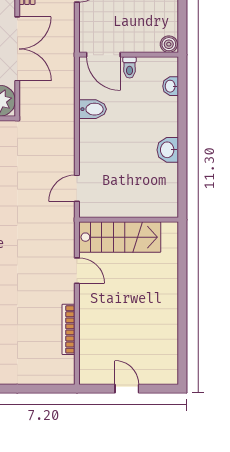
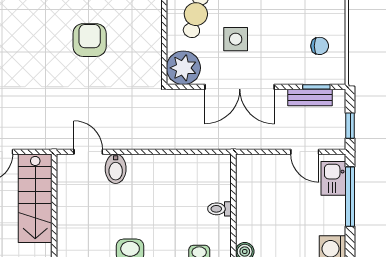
door: (103, 55) -> (233, 180), removed
bidet: (93, 109) -> (116, 169), moved

